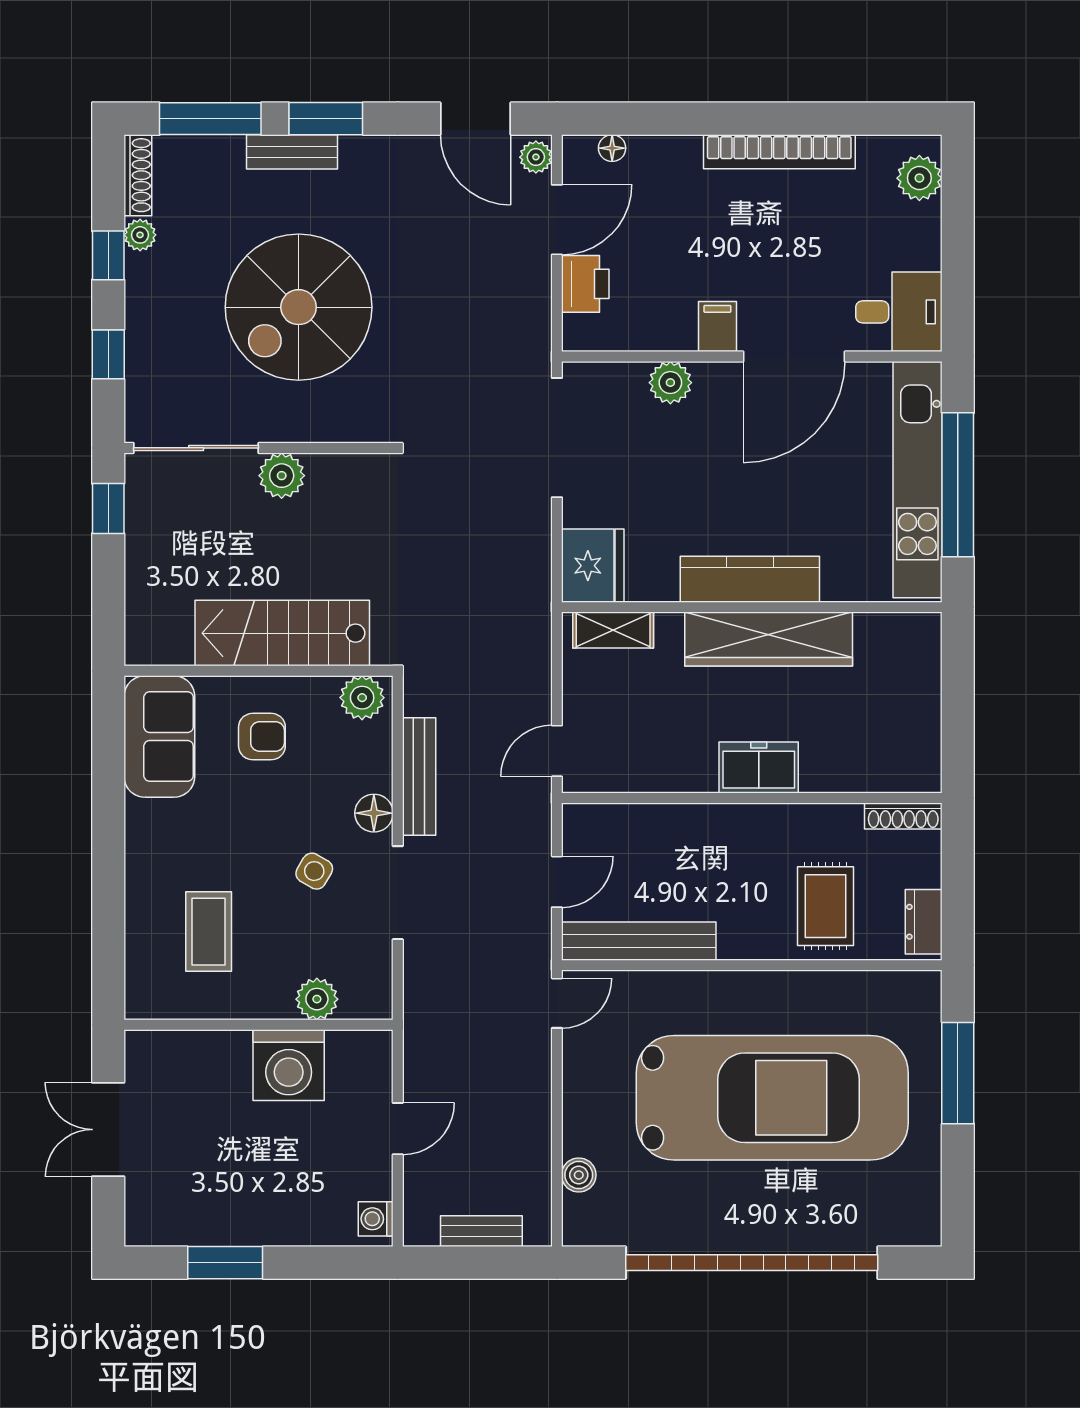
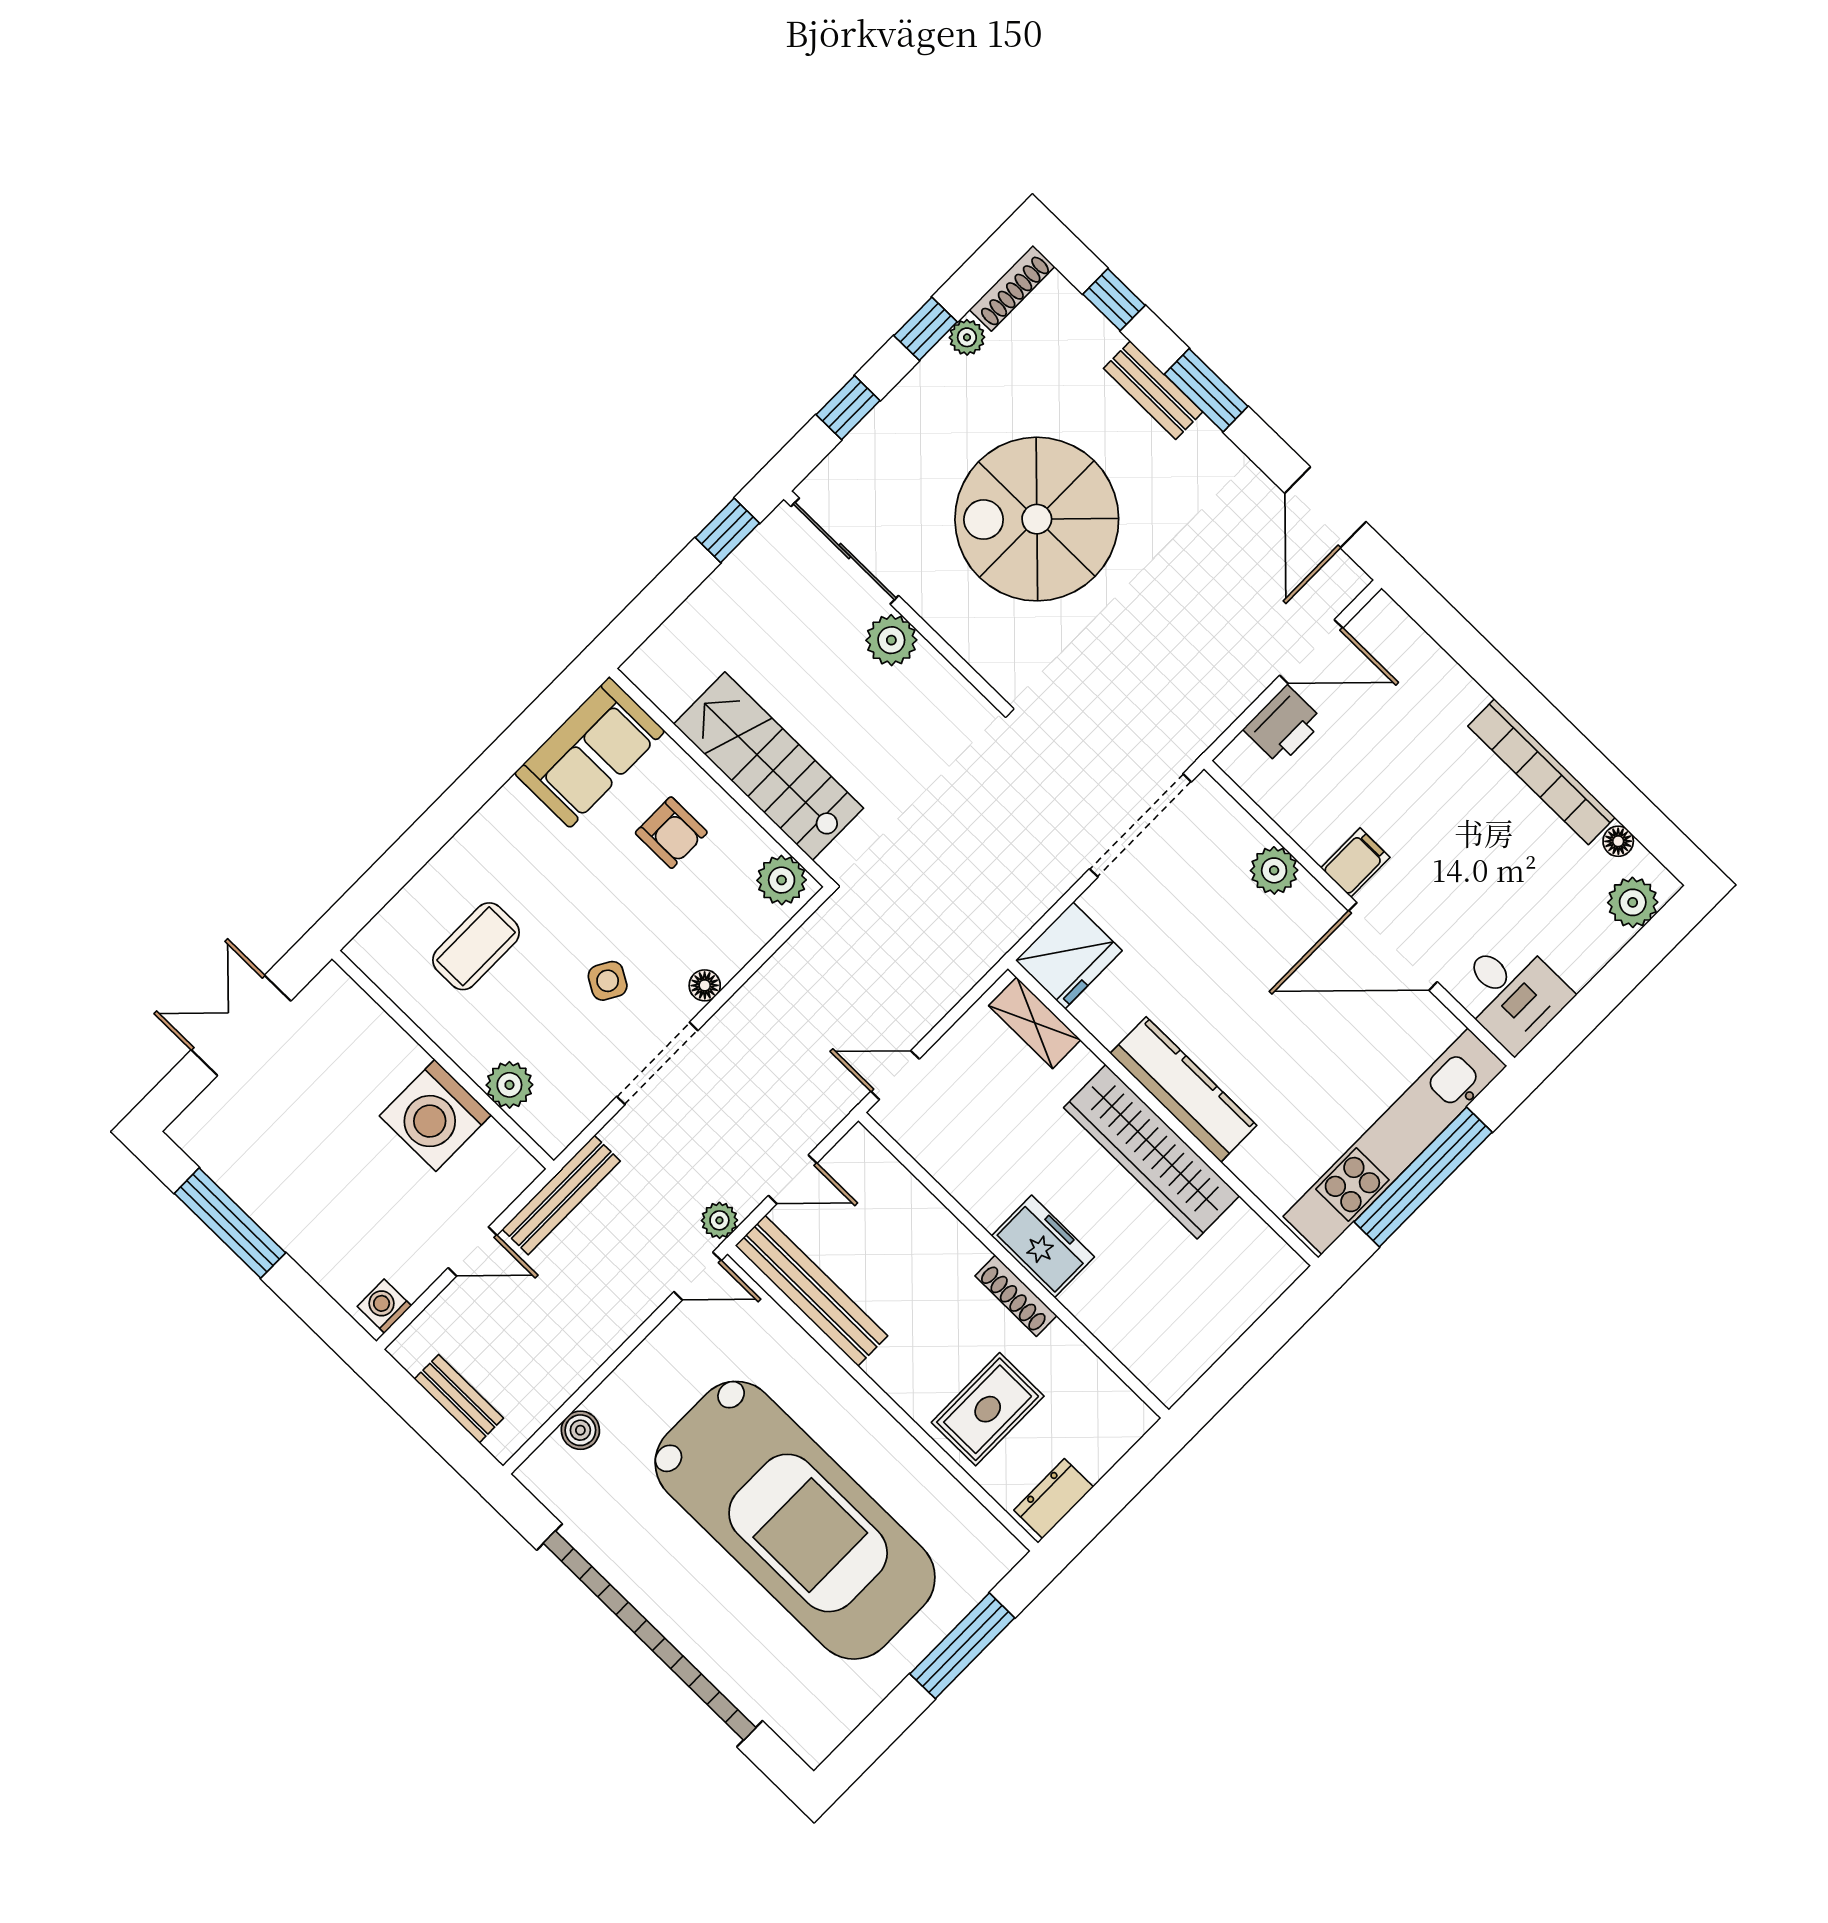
window: (210, 119) -> (1114, 300), width x0.46
floor lamp: (612, 148) -> (1618, 841), moved
plant: (536, 157) -> (719, 1220), moved
bench: (419, 777) -> (561, 1195), moved
floor lamp: (374, 813) -> (705, 985), width x0.73, depth x0.73
shoe rack: (903, 816) -> (1016, 1296), moved
window: (225, 1263) -> (230, 1223), width x1.44

